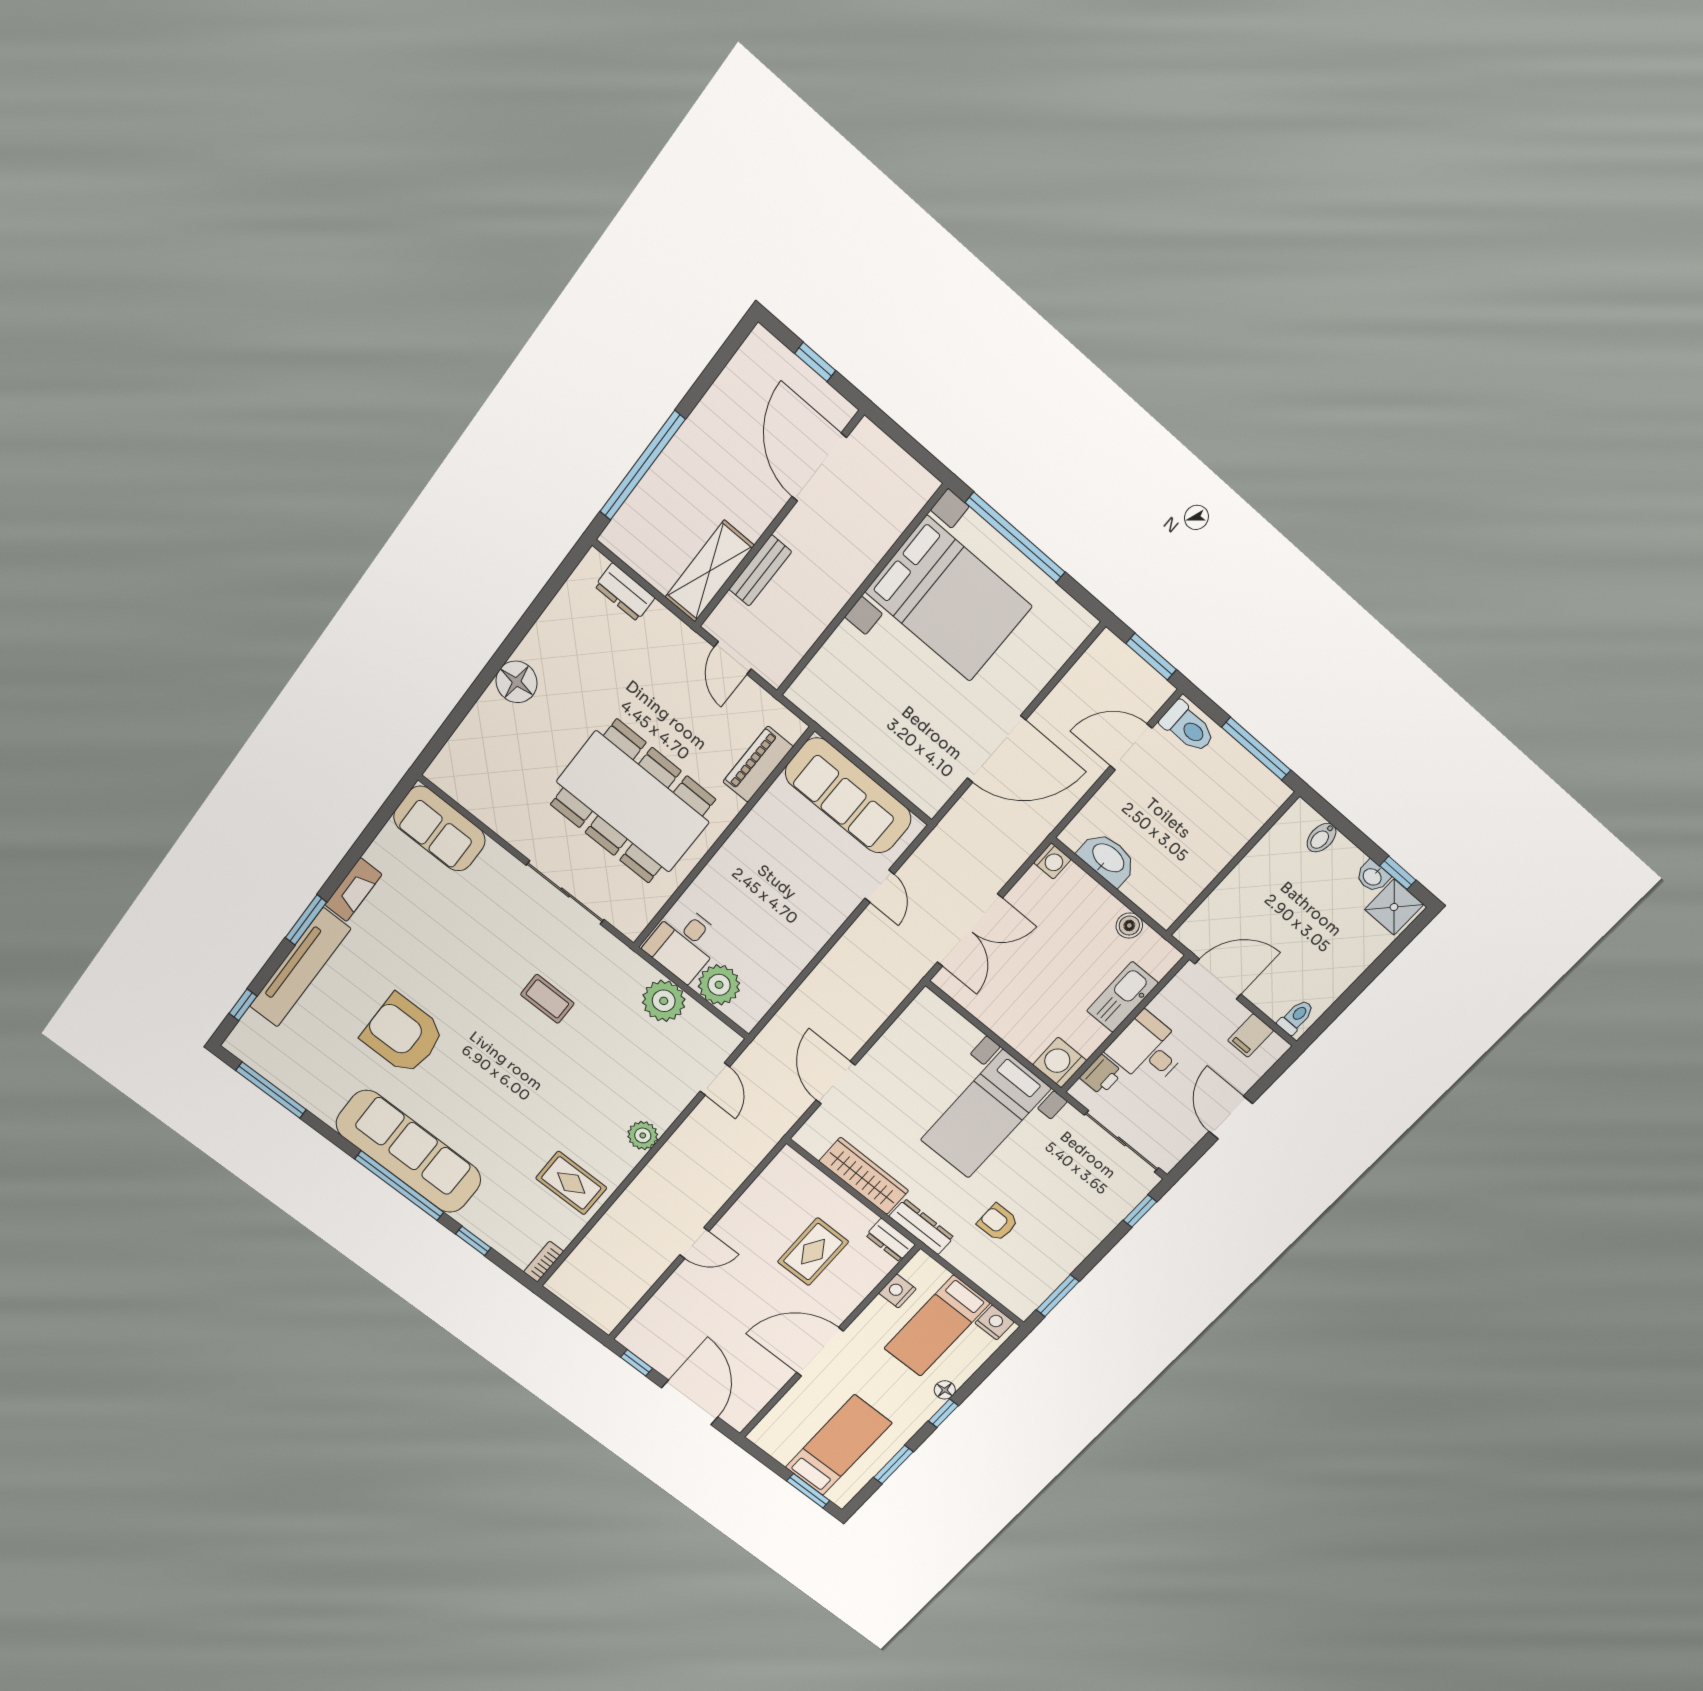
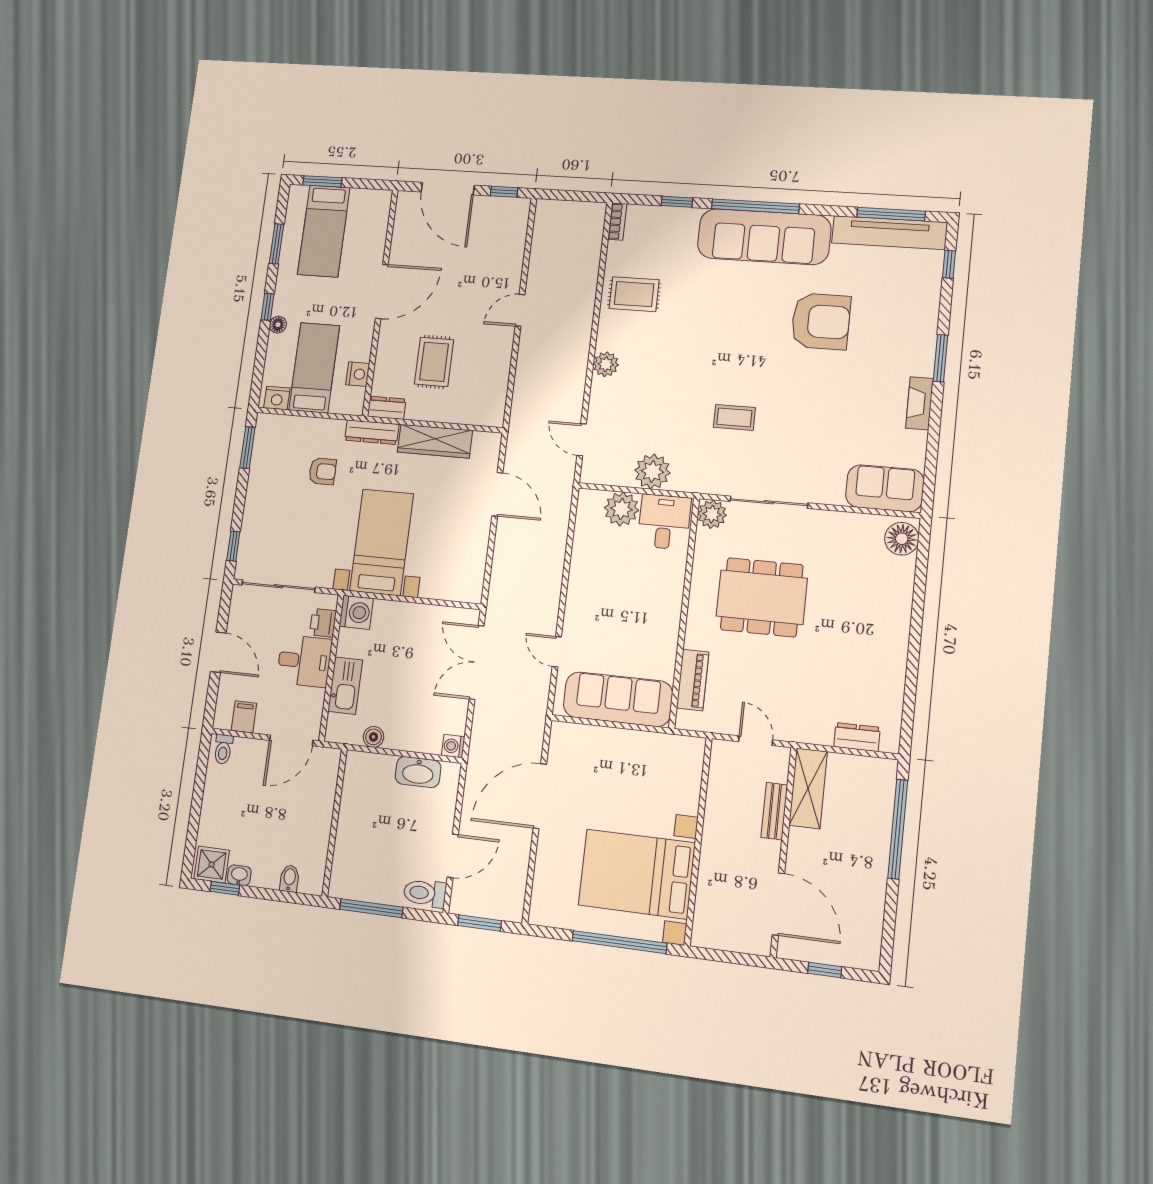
floor lamp: (517, 682) -> (902, 539), moved
dining table: (633, 802) -> (762, 597), width x0.73, depth x0.80
plant: (630, 919) -> (712, 514), added
tv unit: (300, 968) -> (889, 233), moved, turned -90

